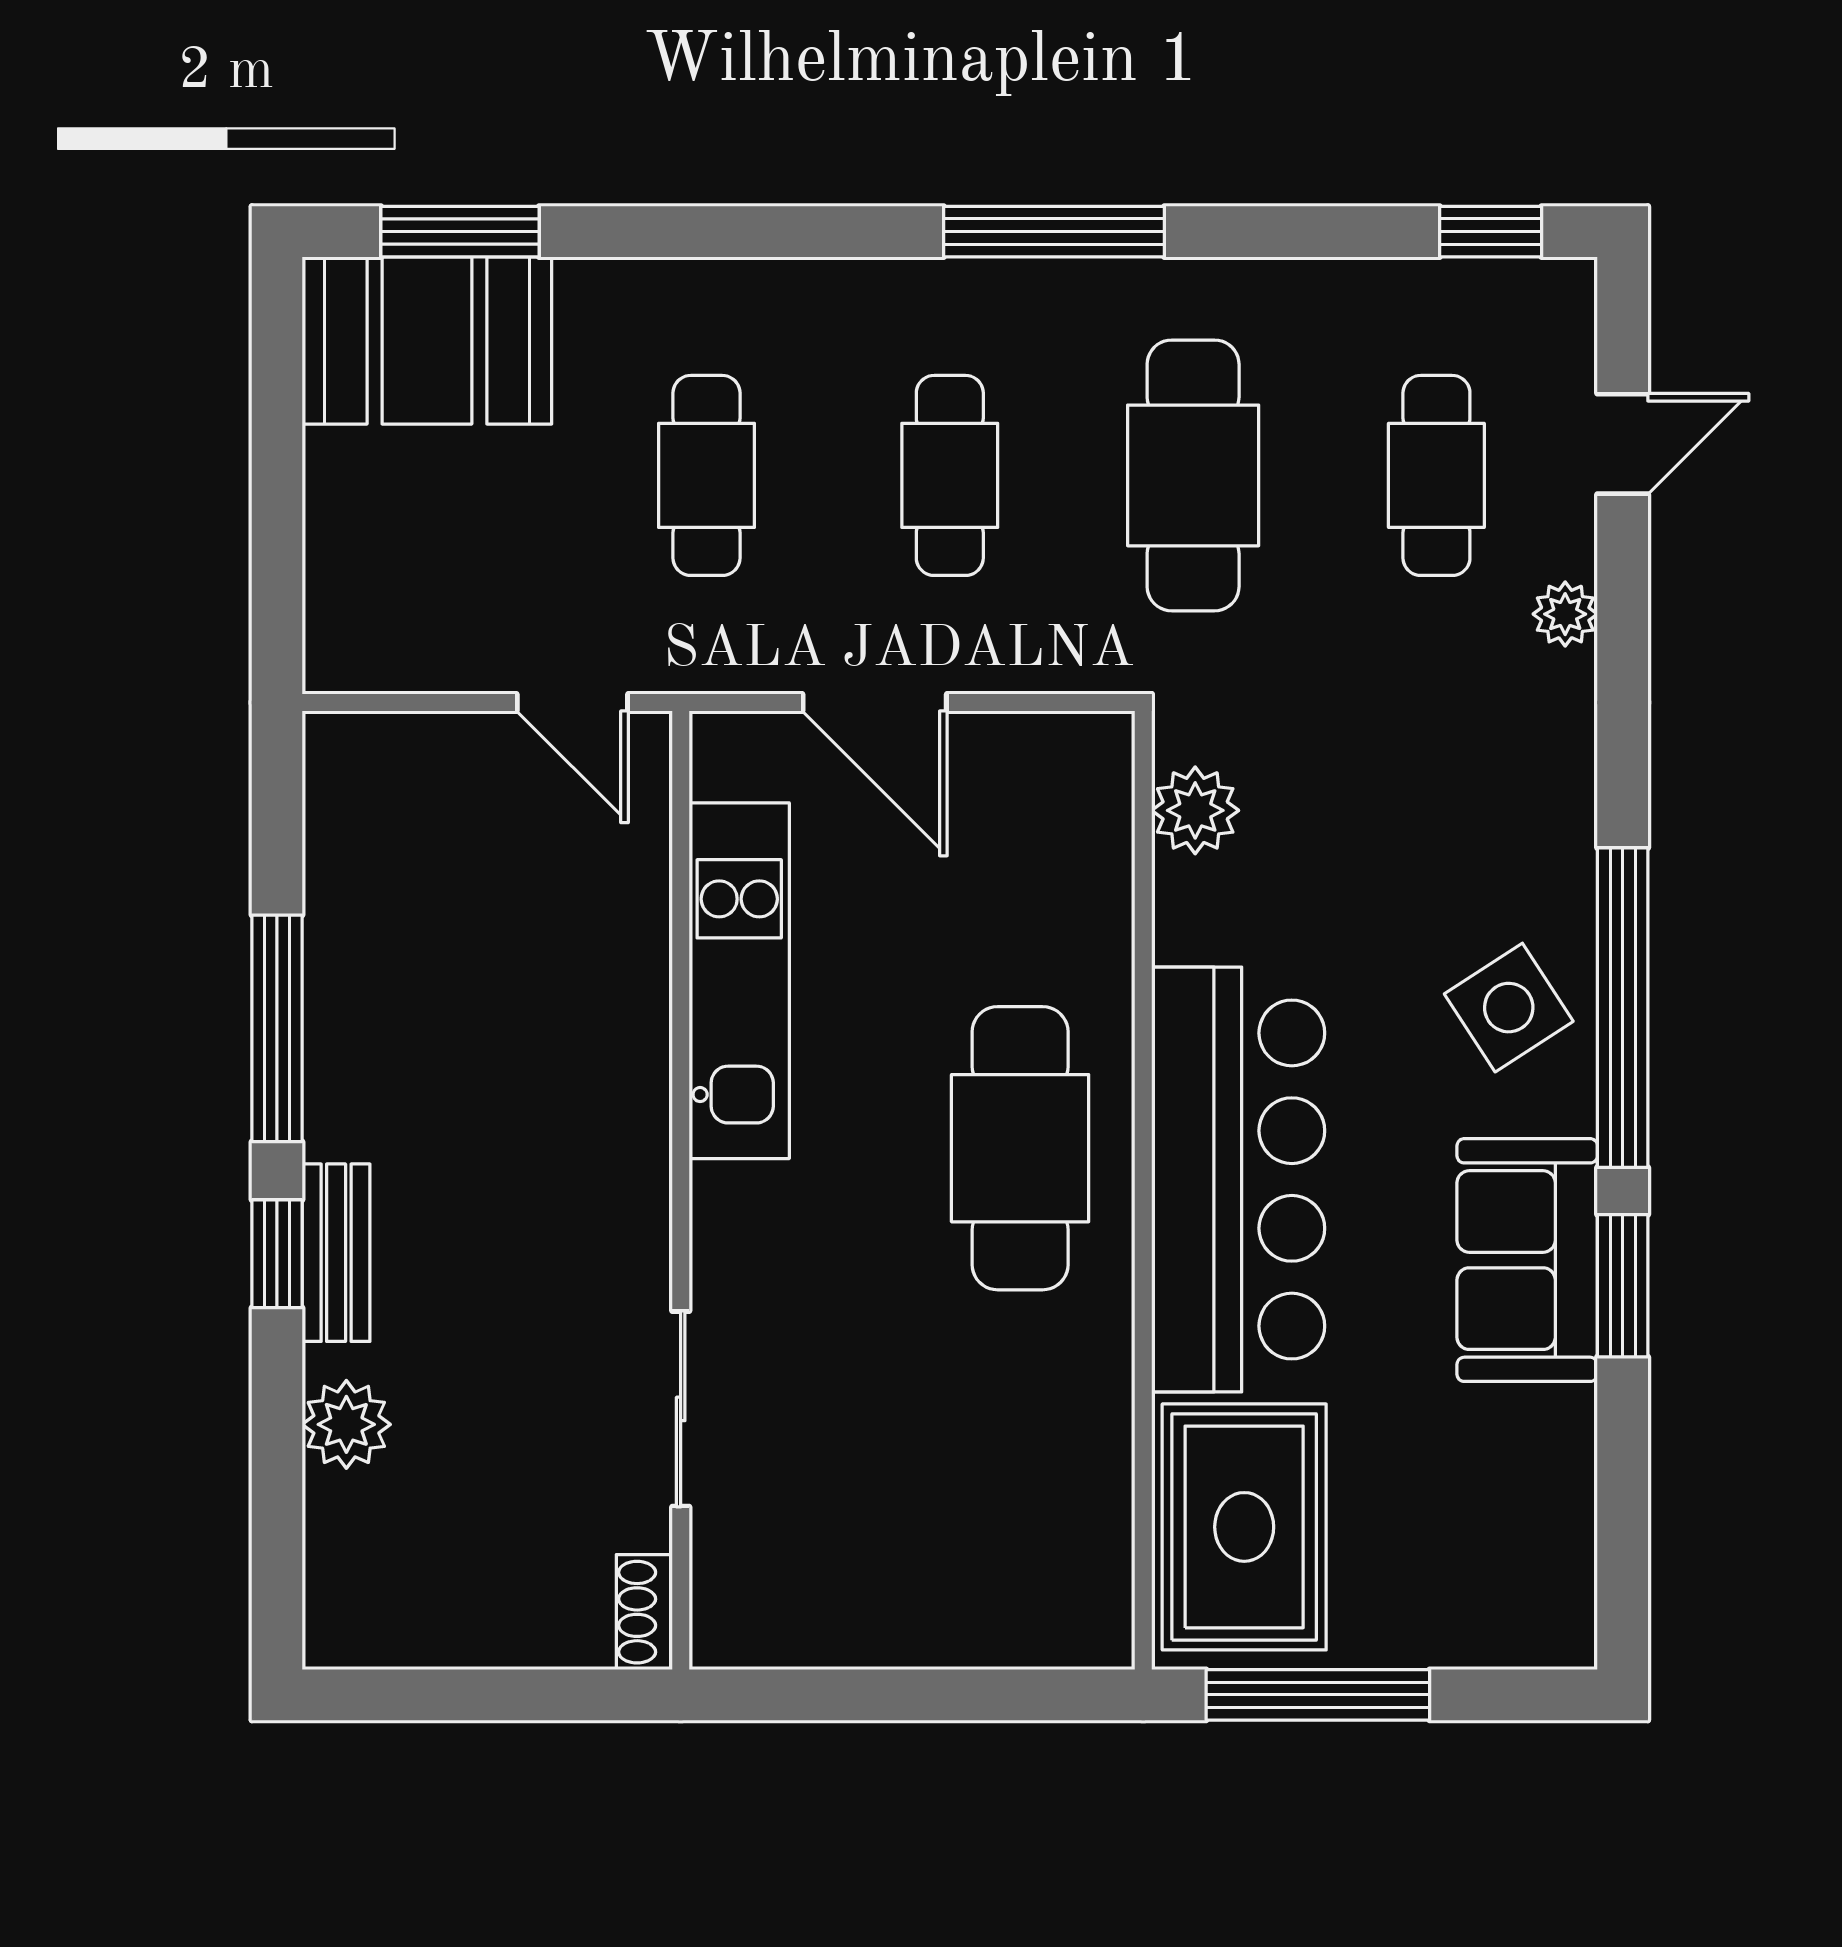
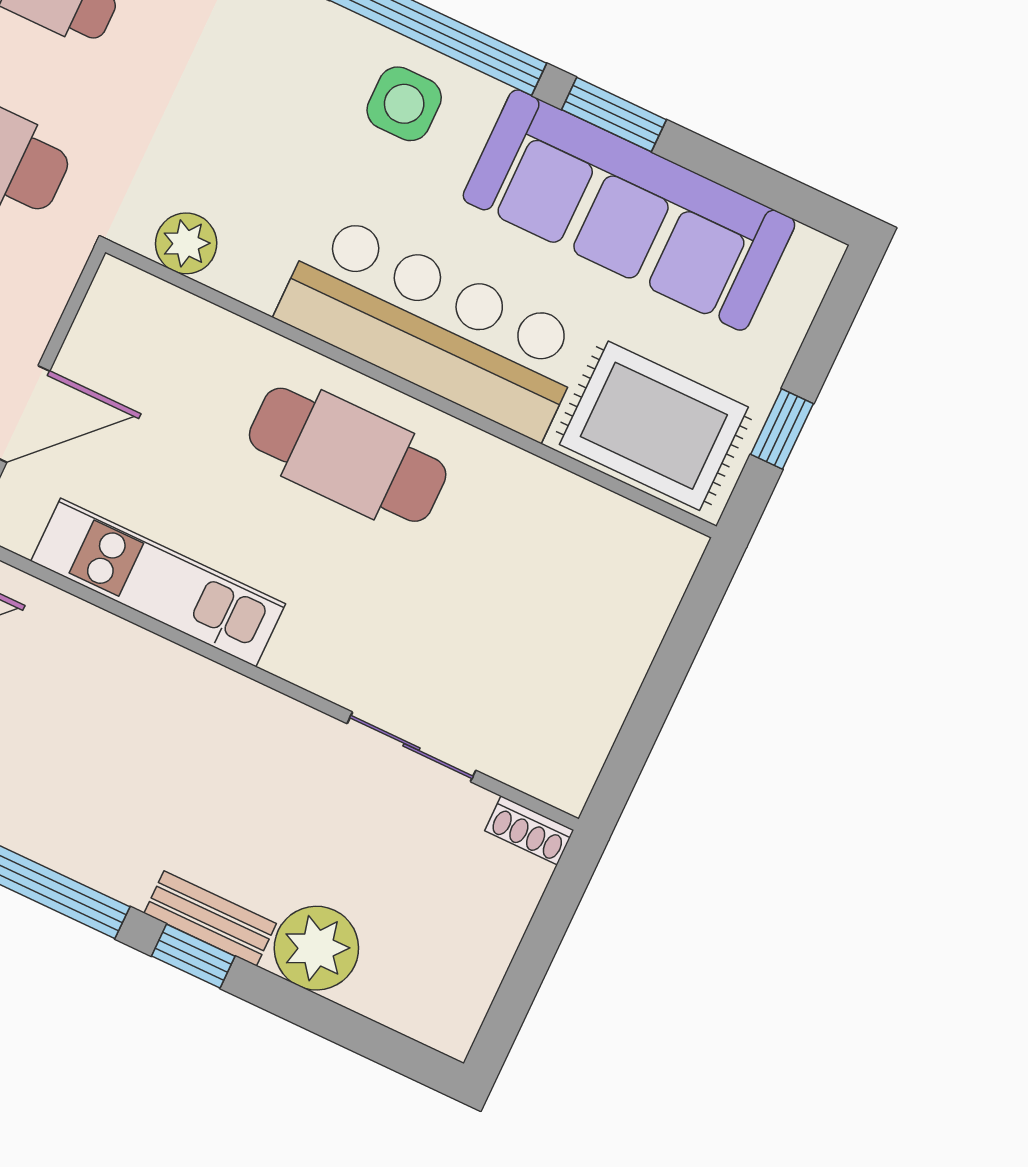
side table: (1509, 1008) -> (404, 104), turned 33
sofa: (1527, 1260) -> (629, 210), width x1.85, depth x1.27
plant: (346, 1424) -> (316, 948), width x1.36, depth x1.36
window: (1318, 1695) -> (782, 429), width x0.46

